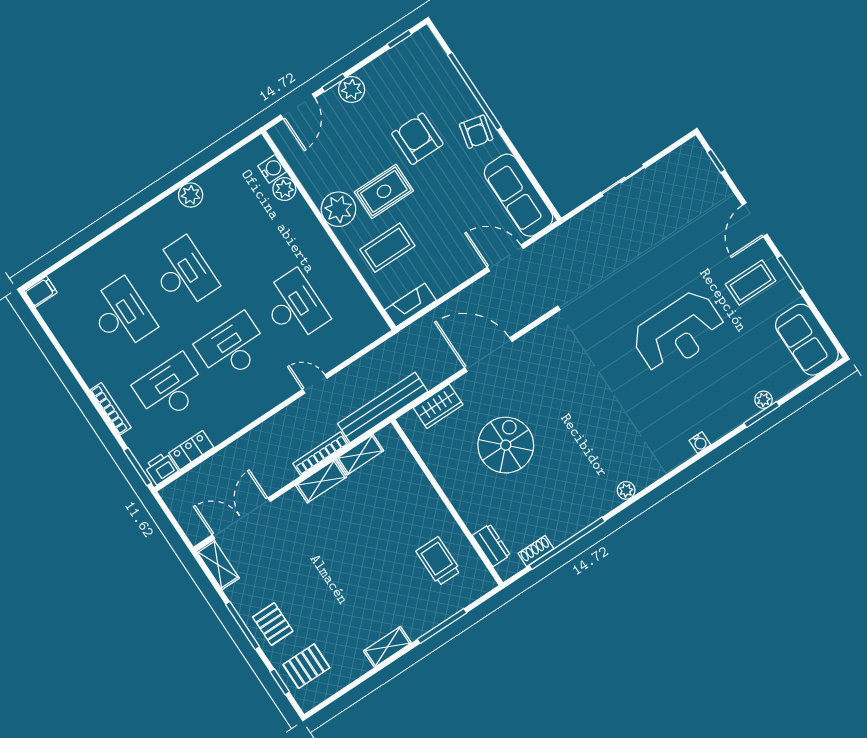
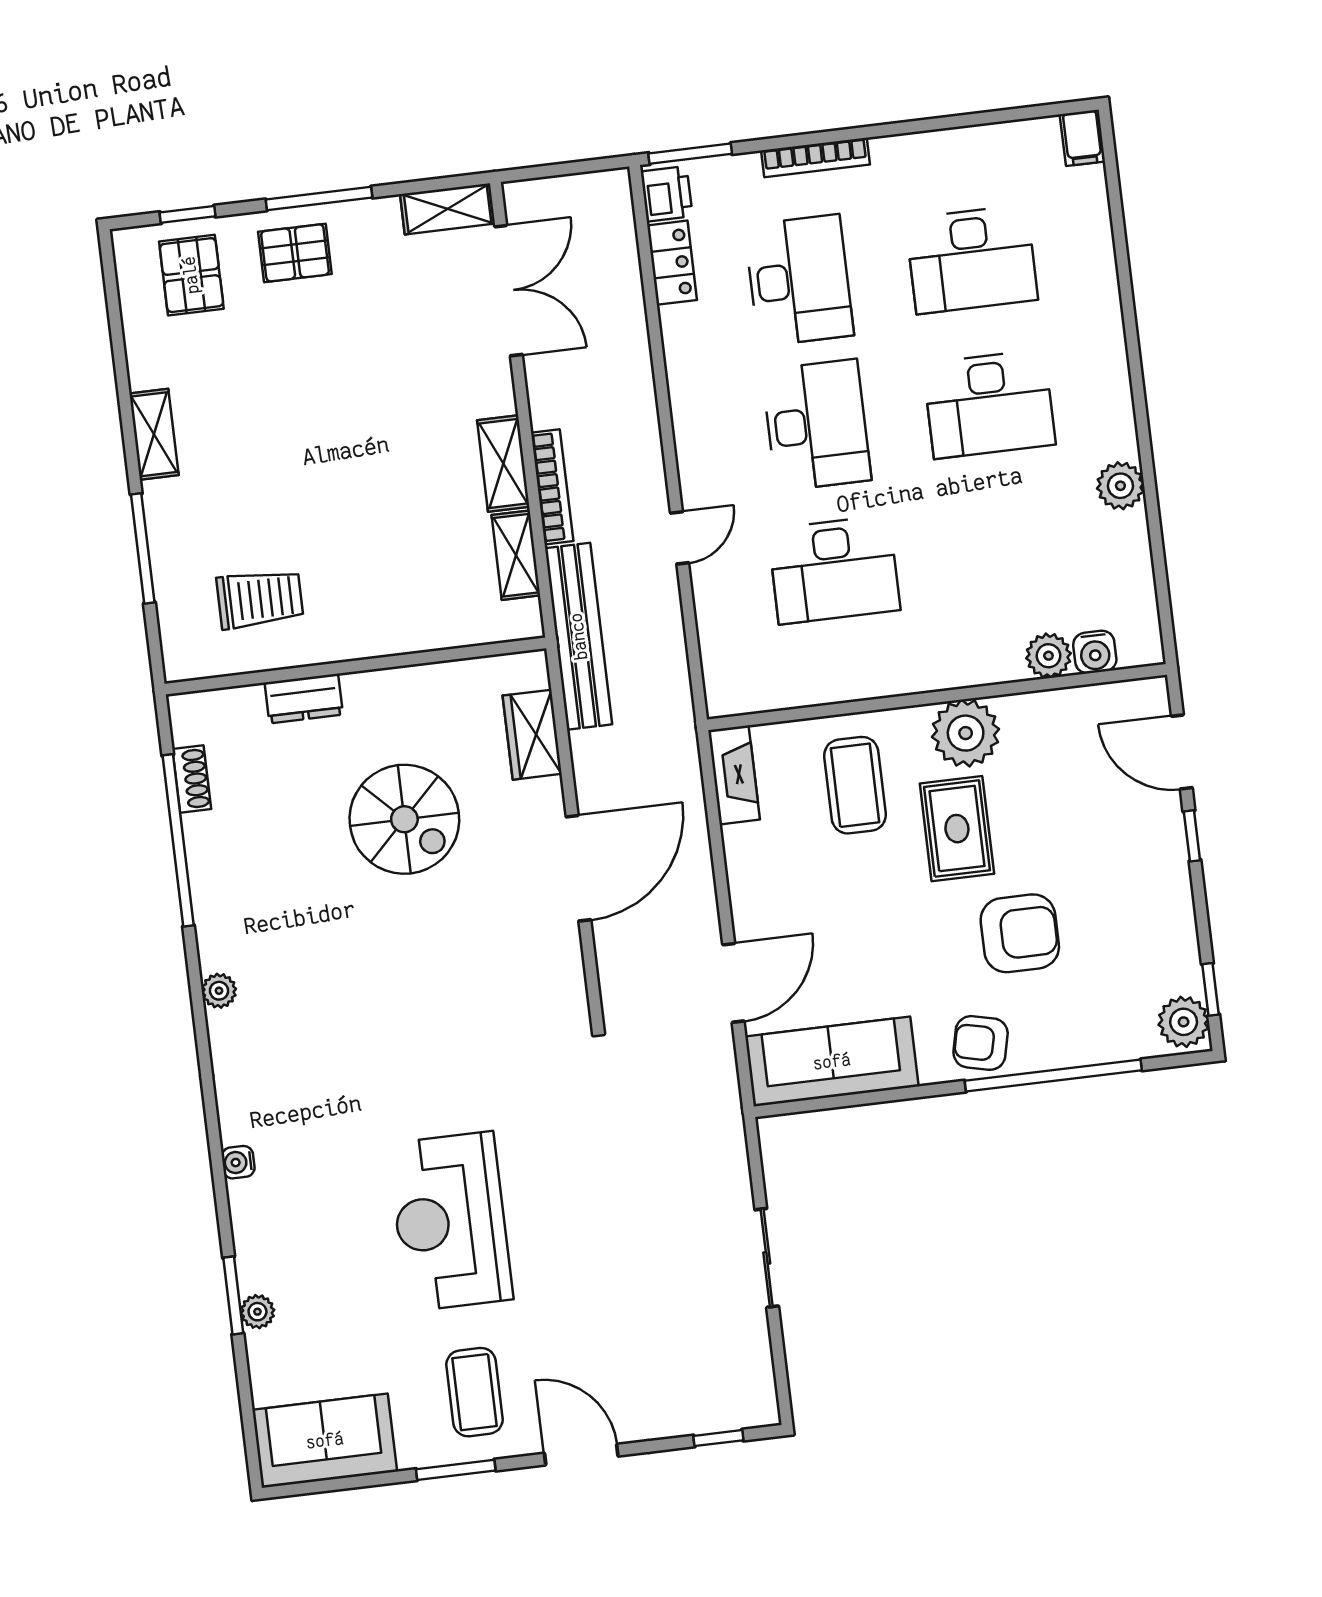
plant: (352, 90) -> (1184, 1022), moved
dresser: (491, 545) -> (304, 699), moved

